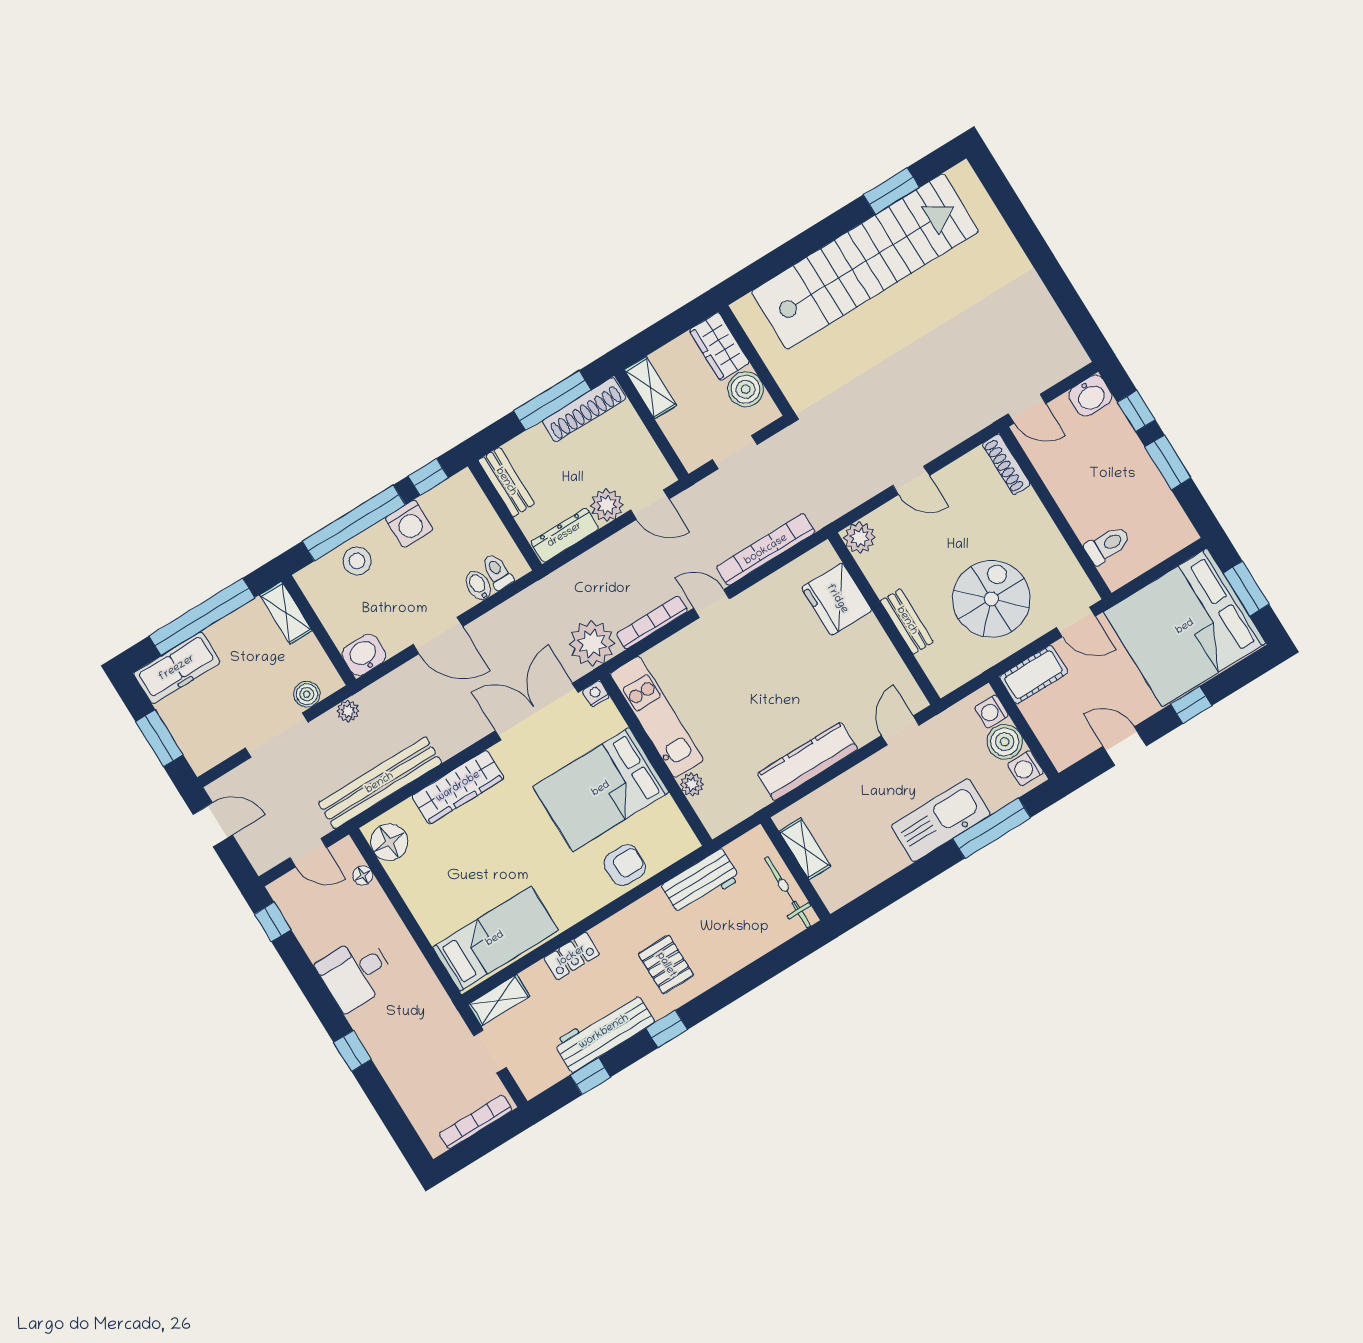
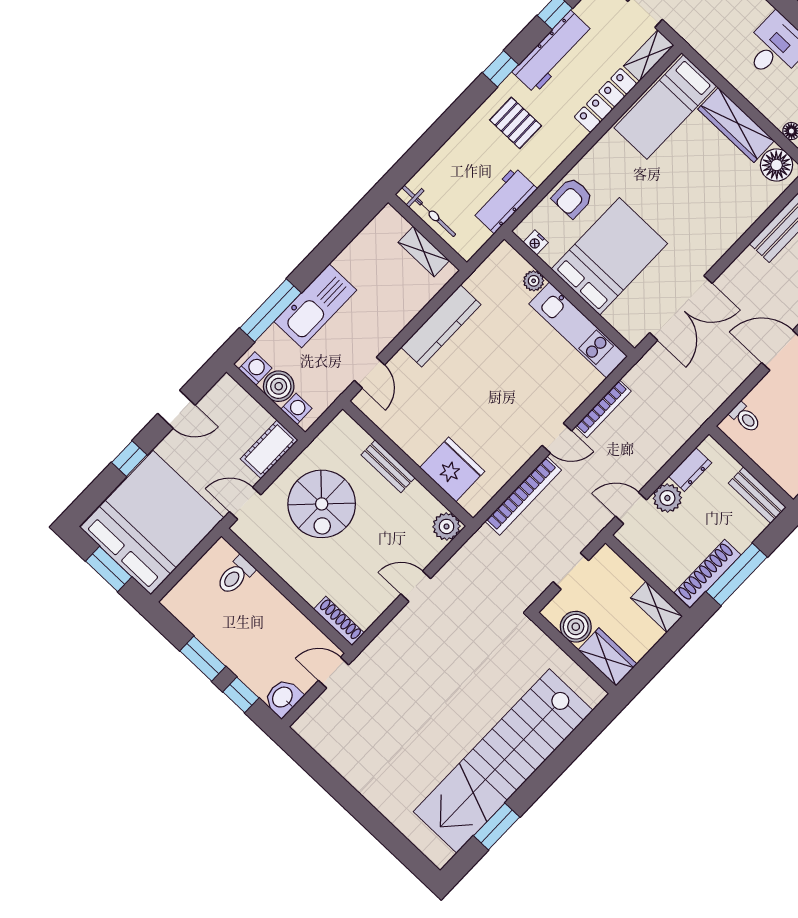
dresser: (565, 535) -> (690, 470), width x0.70
bidet: (478, 586) -> (758, 401), removed
plant: (592, 644) -> (649, 378), removed
nightstand: (596, 694) -> (536, 242), moved, turned 90
wardrobe: (458, 787) -> (736, 125), moved, turned -90
locker: (572, 956) -> (606, 100), width x1.53

